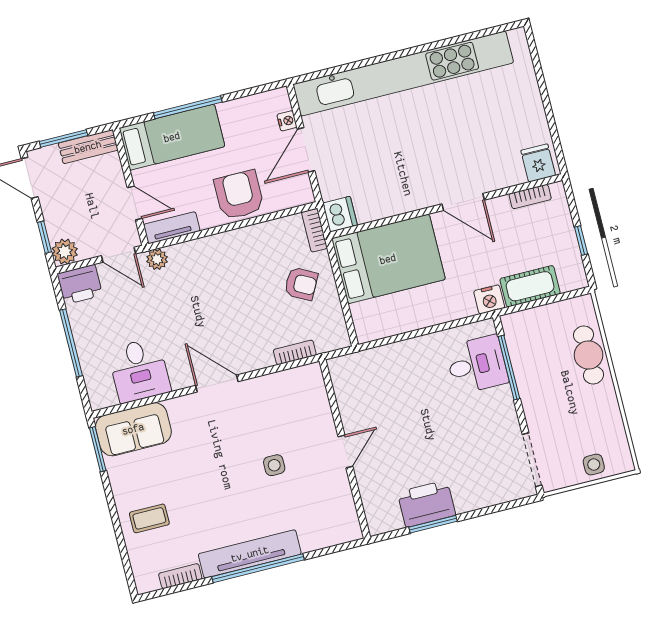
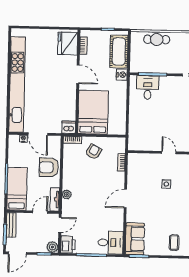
fridge: (538, 163) -> (68, 44), width x1.88, depth x1.34
door: (463, 202) -> (78, 74), hinge flipped
plant: (157, 259) -> (67, 195), moved
cot: (530, 286) -> (119, 52), width x1.37, depth x1.34
desk: (139, 370) -> (110, 243), moved

